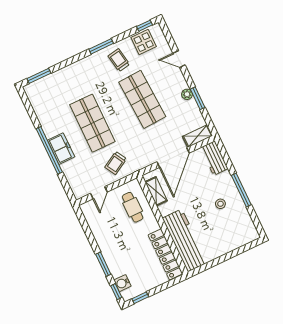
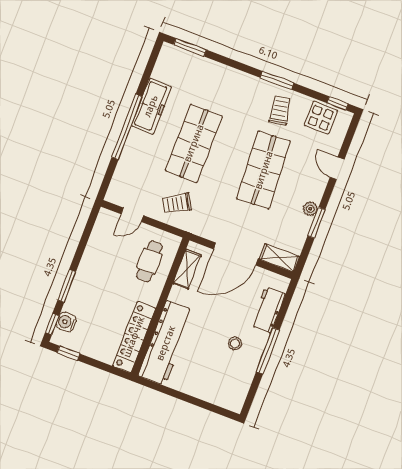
freezer: (61, 149) -> (151, 106), moved, width x1.40
workbench: (214, 158) -> (268, 310), moved

